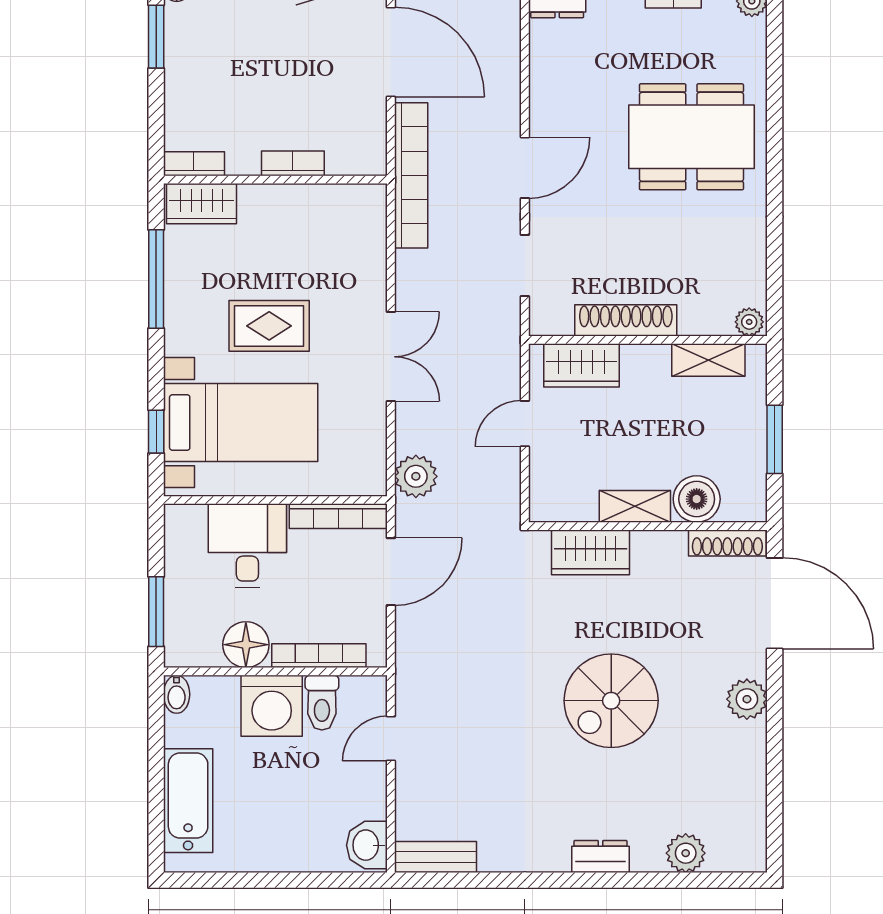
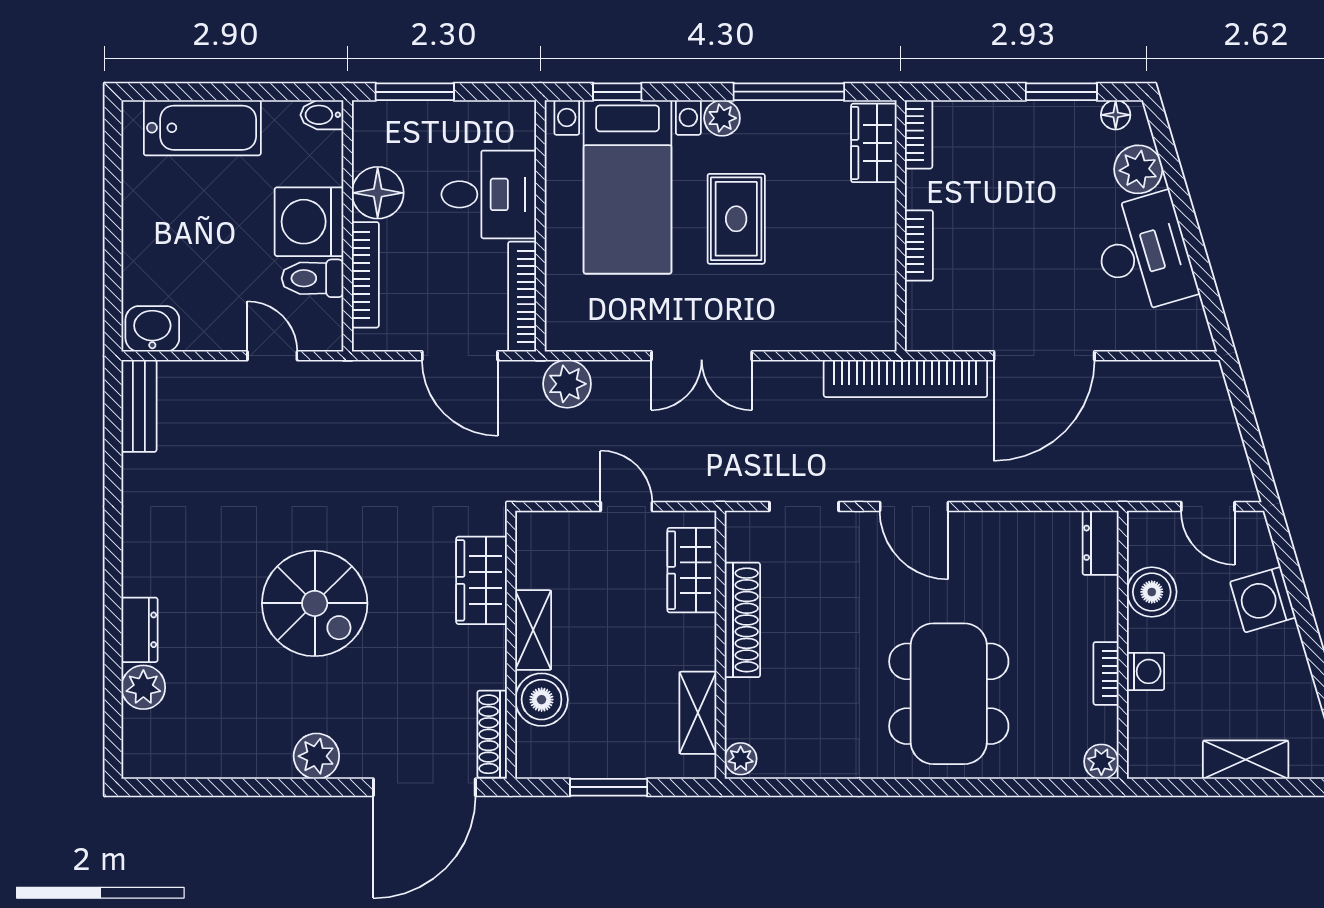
plant: (179, 338) -> (722, 118), added
spiral stairs: (611, 701) -> (315, 603), turned 180
dresser: (601, 857) -> (140, 630), moved

